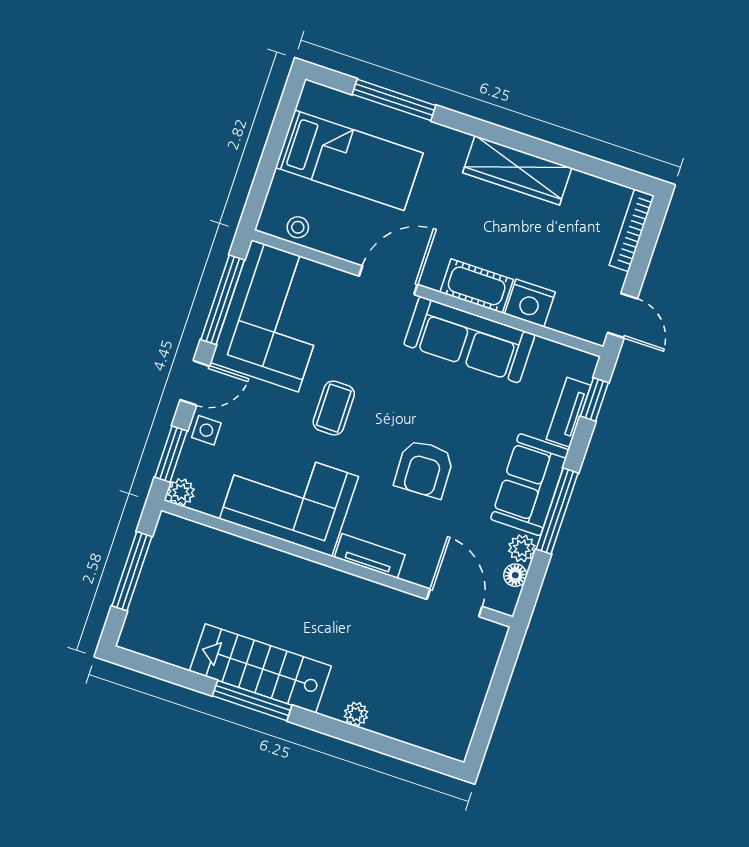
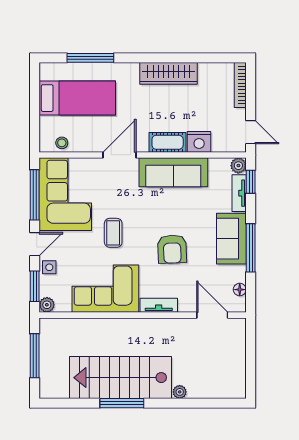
plant: (522, 548) -> (238, 166), moved
stairs: (260, 668) -> (121, 378), width x1.36, depth x1.51

